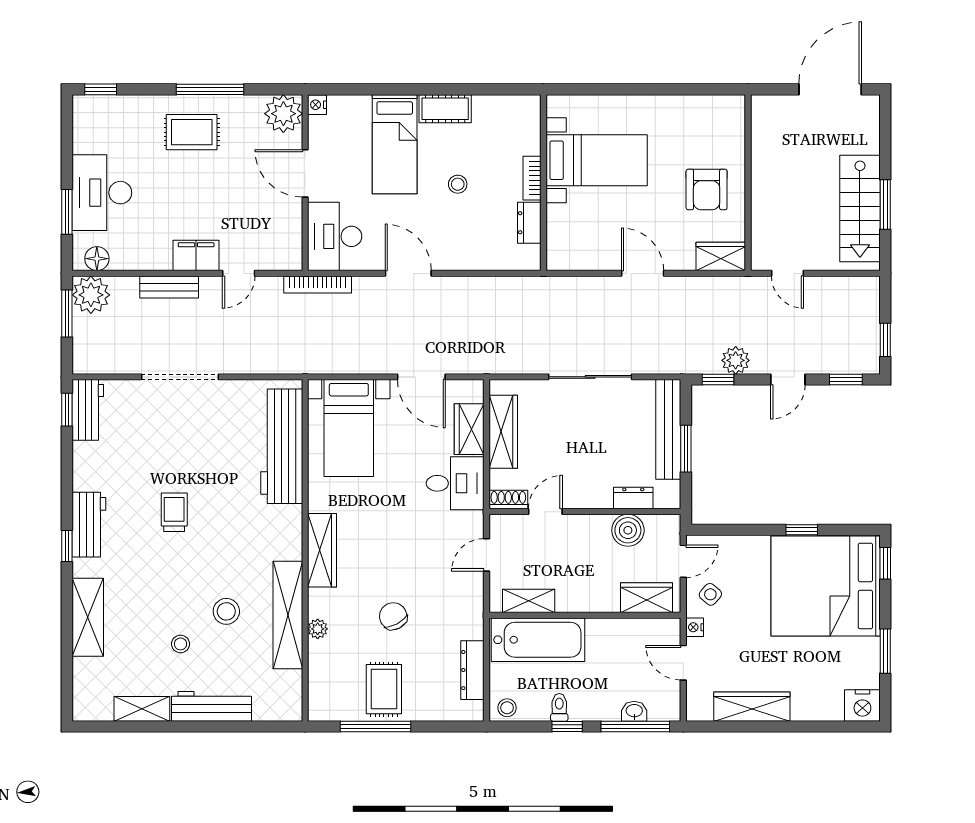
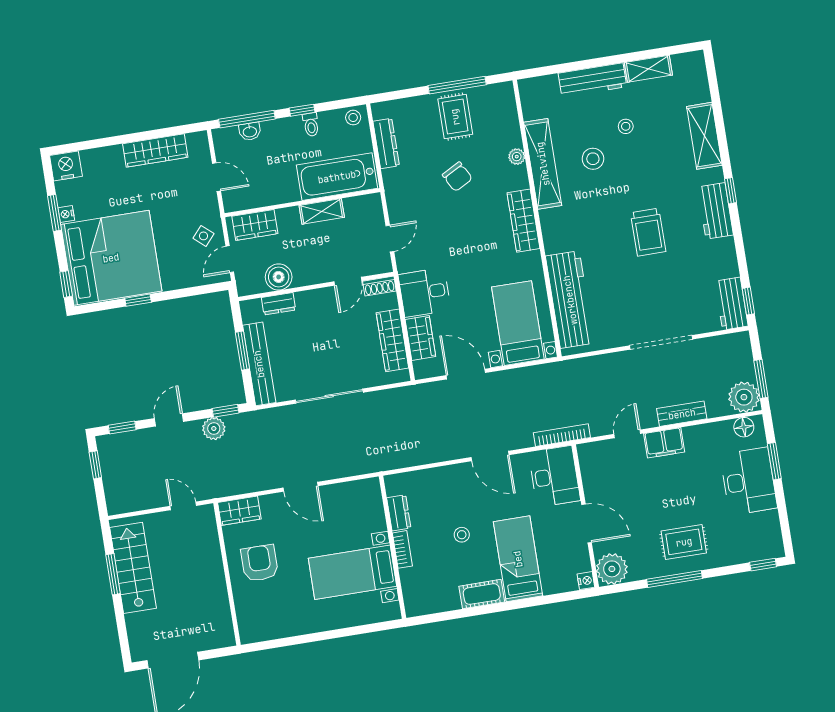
trolley: (174, 512) -> (648, 232), width x1.36, depth x1.39
shelving: (529, 601) -> (322, 211), moved
nightstand: (695, 627) -> (66, 214), moved, turned 180

